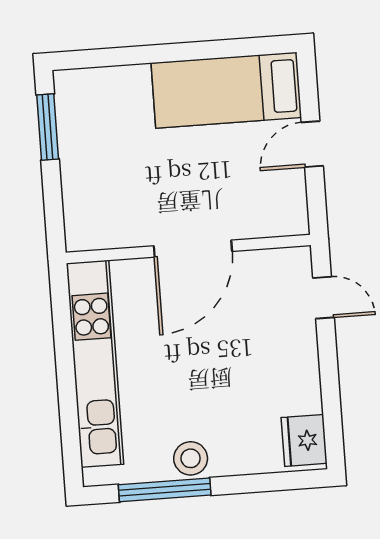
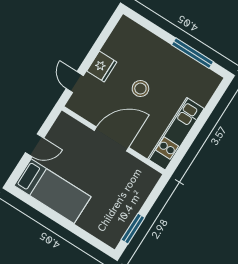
kitchen unit: (95, 364) -> (176, 134), width x0.73
fridge: (304, 440) -> (102, 67), moved
stool: (191, 458) -> (140, 89), moved

